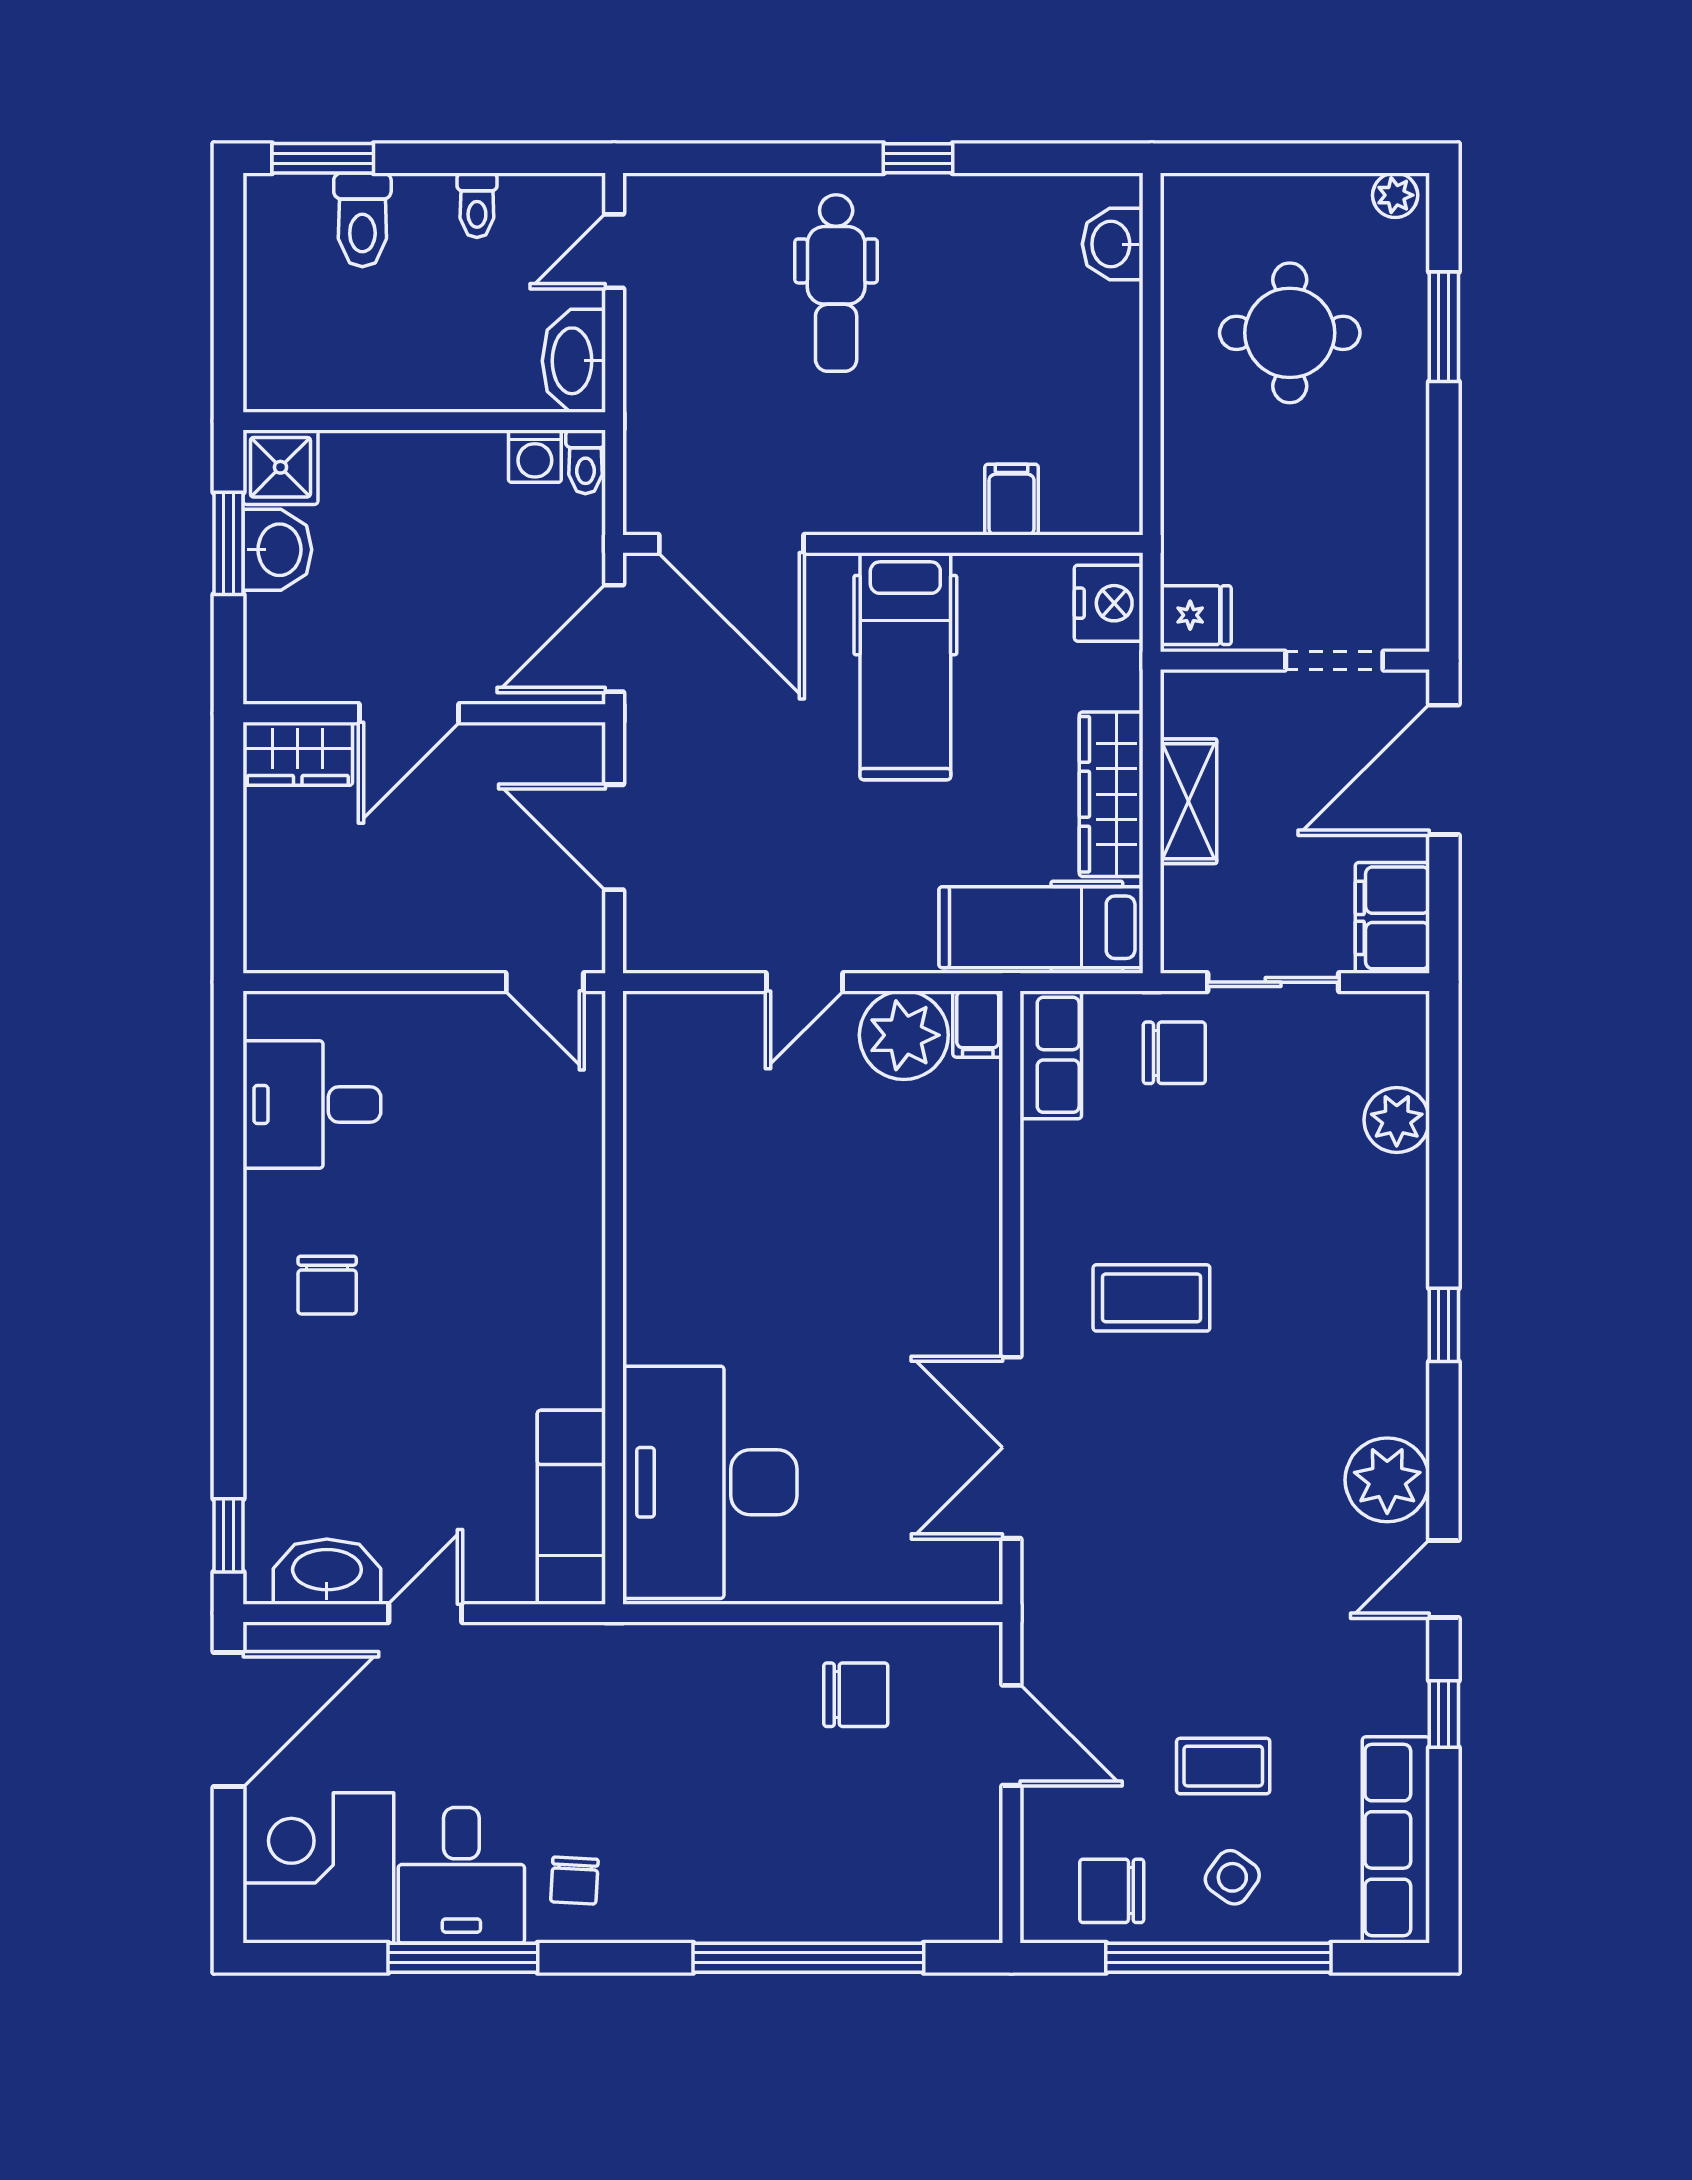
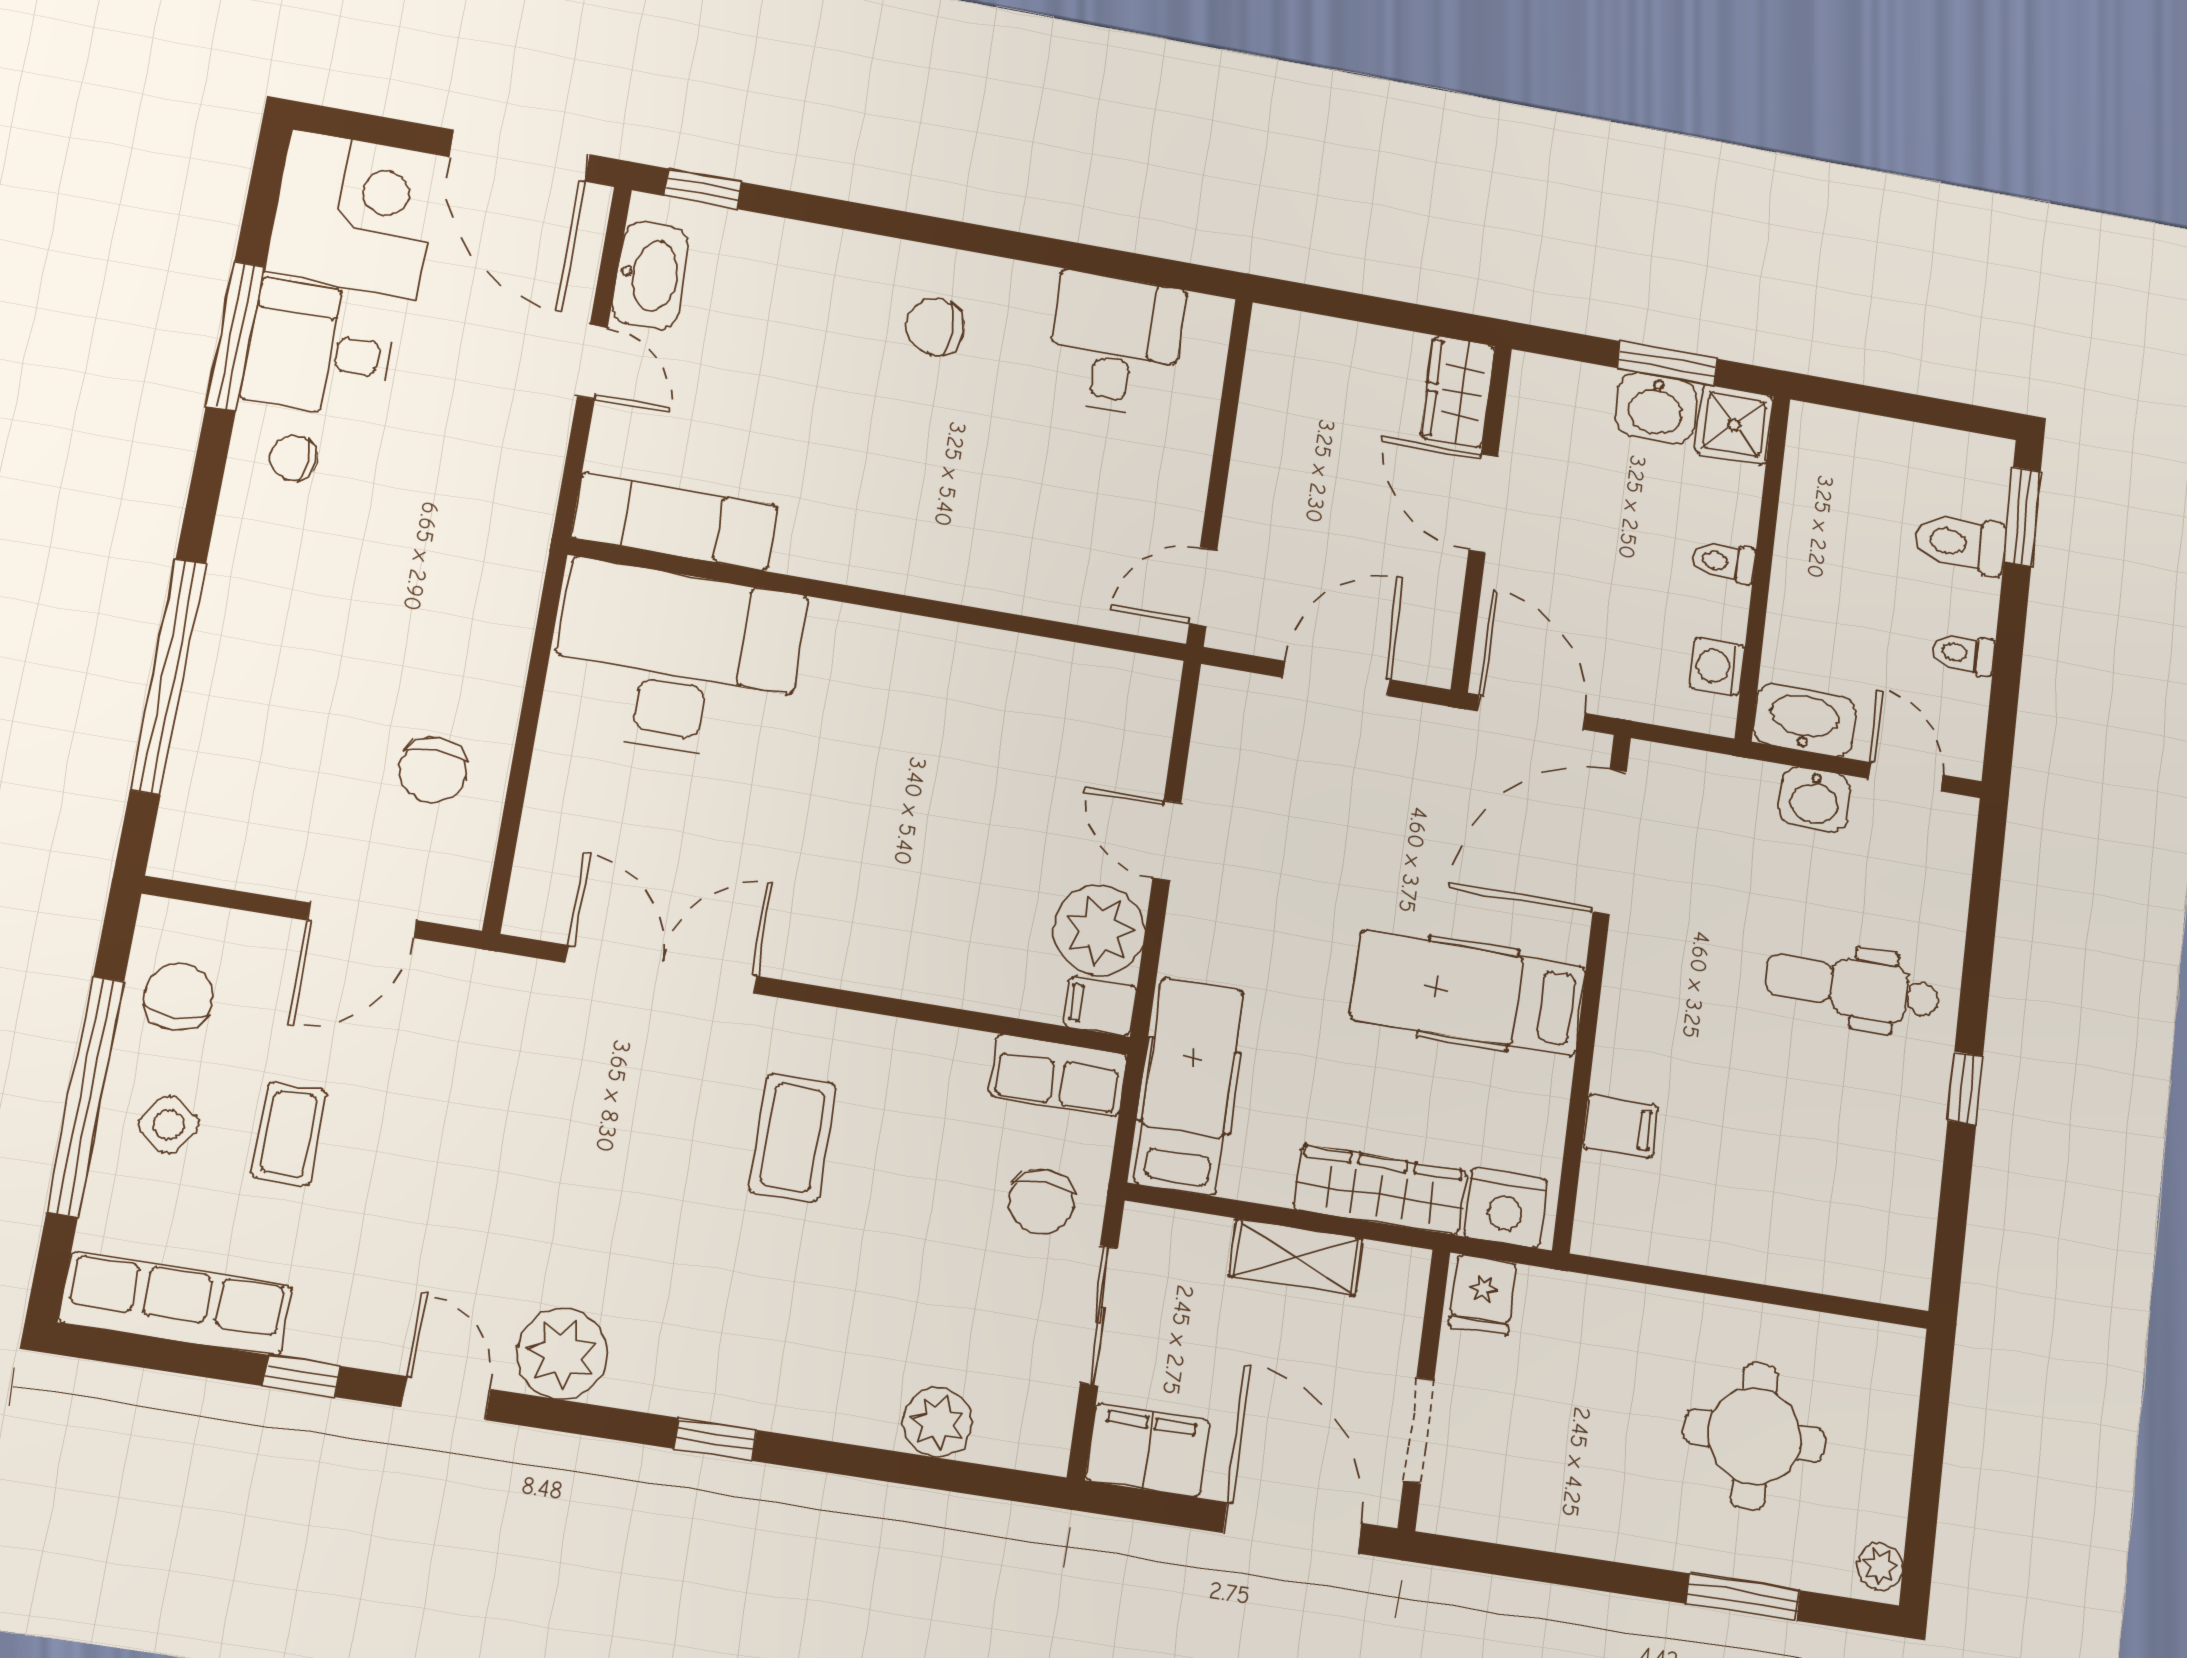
washbasin: (1113, 244) -> (1814, 799), moved, turned 180
toilet: (585, 462) -> (1723, 562), moved
wardrobe: (1111, 794) -> (1380, 1190), moved

